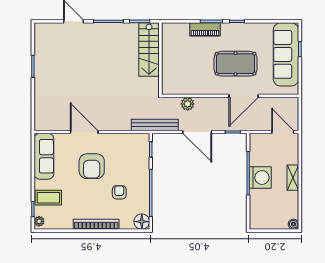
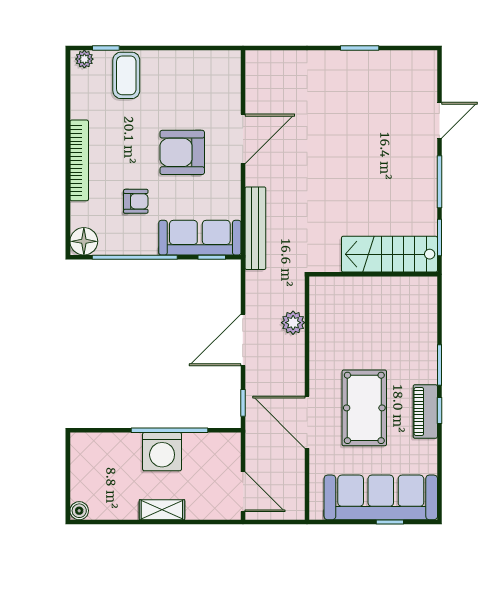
piano: (205, 29) -> (425, 411), moved
bench: (155, 125) -> (255, 228), moved
door: (283, 132) -> (243, 492), hinge flipped
sofa: (44, 156) -> (200, 238), moved, turned 180

